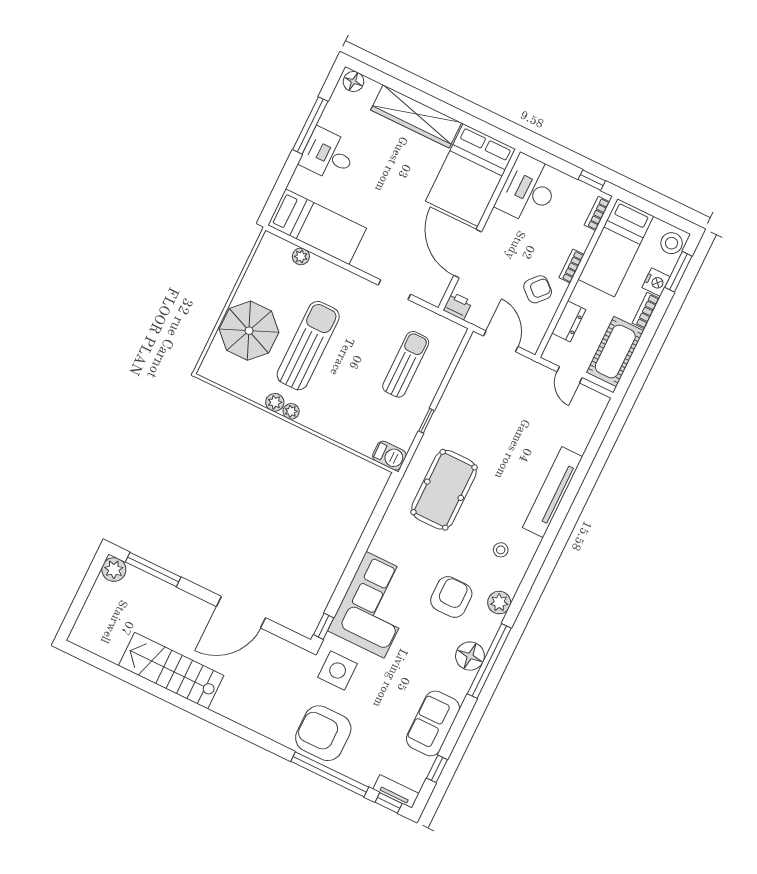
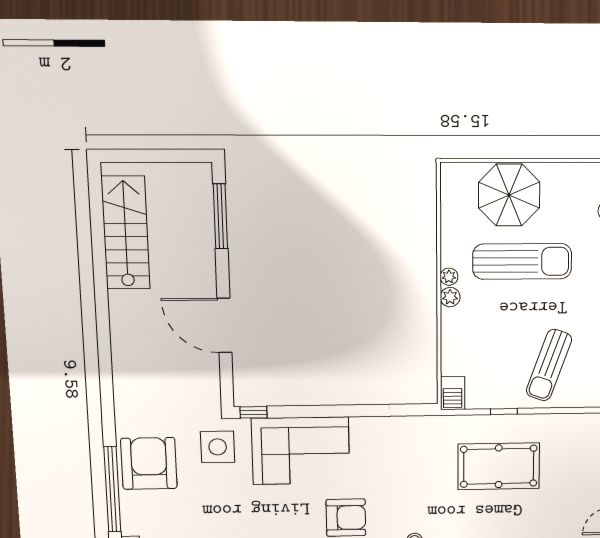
sun lounger: (406, 364) -> (549, 365), turned 110
plant: (275, 402) -> (450, 297), moved
pool table: (444, 490) -> (499, 466), moved
plant: (114, 570) -> (199, 176), removed
stairs: (171, 671) -> (126, 233), moved

